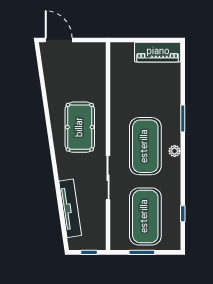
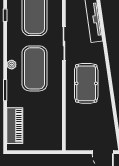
piano: (158, 52) -> (15, 126), moved, turned 90

